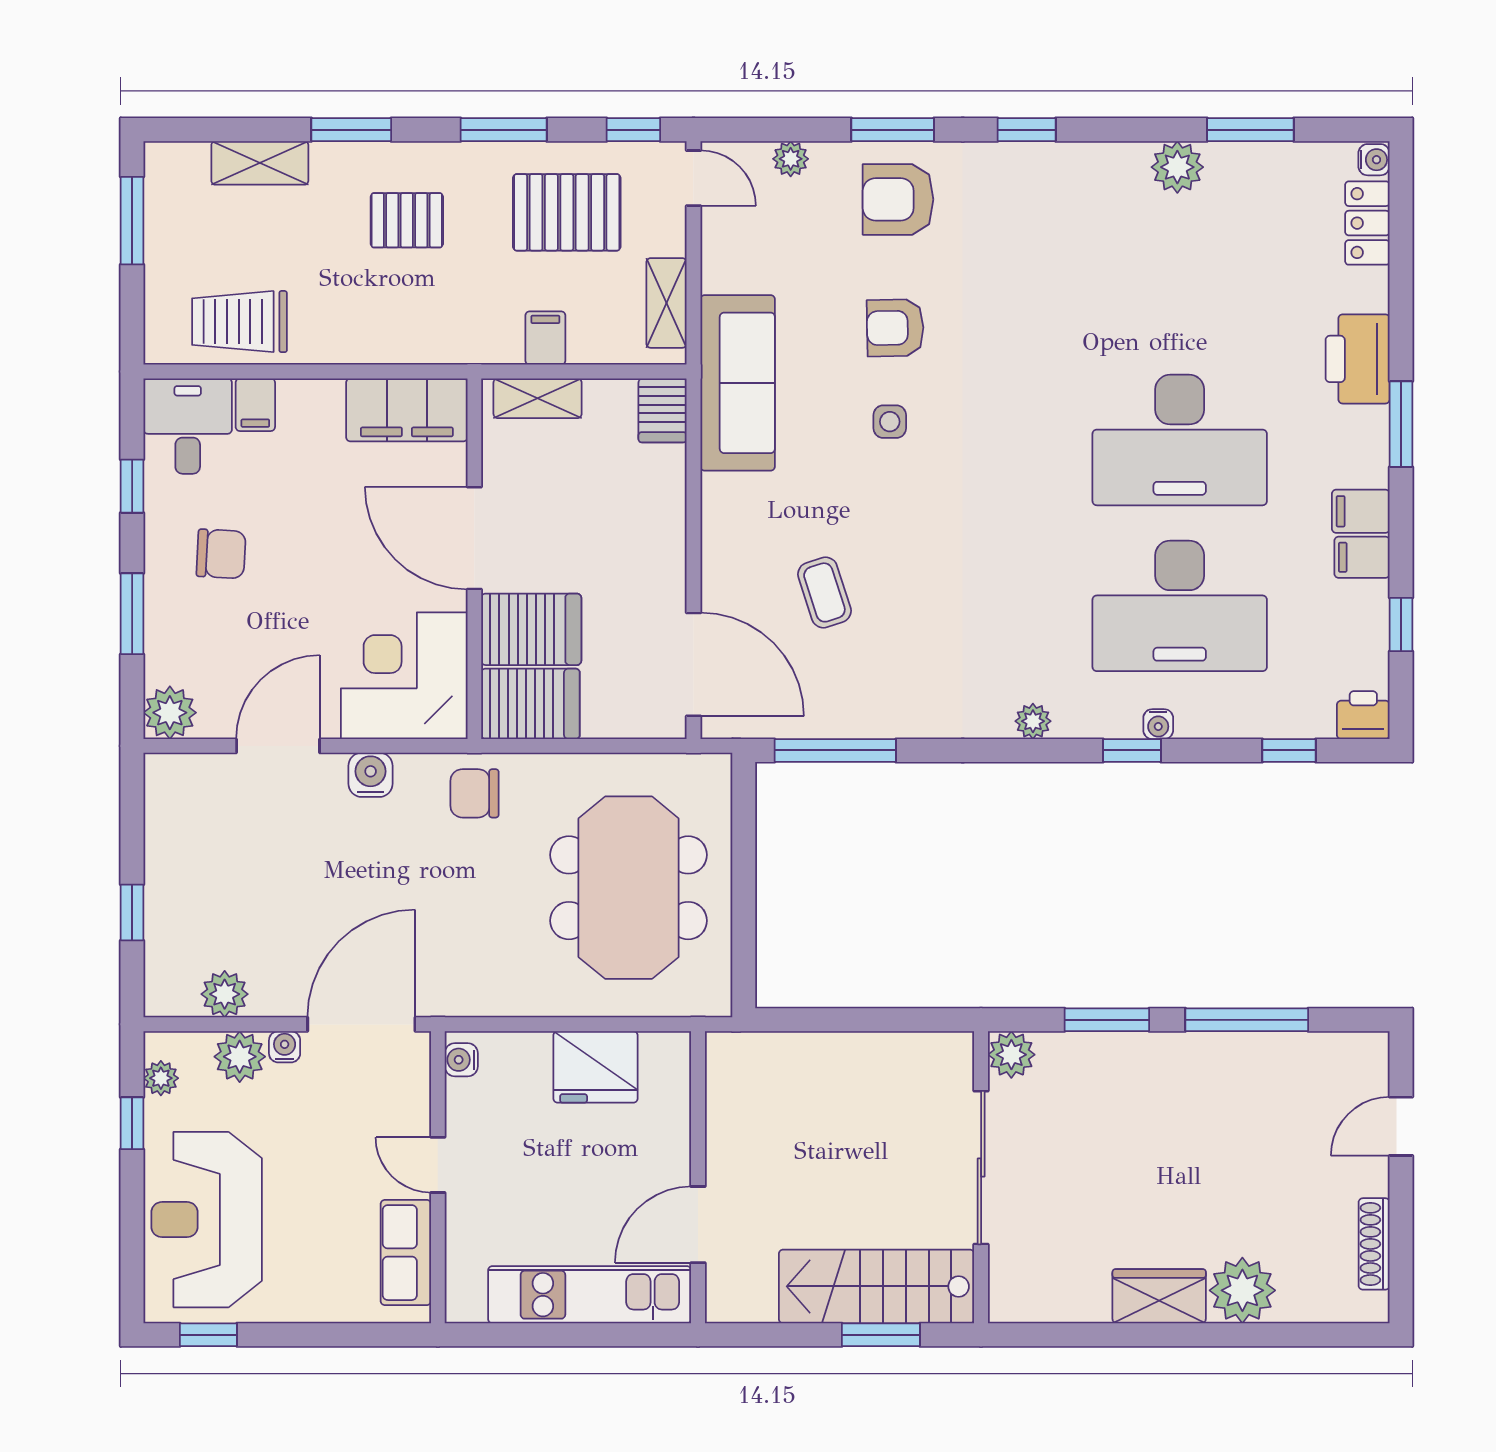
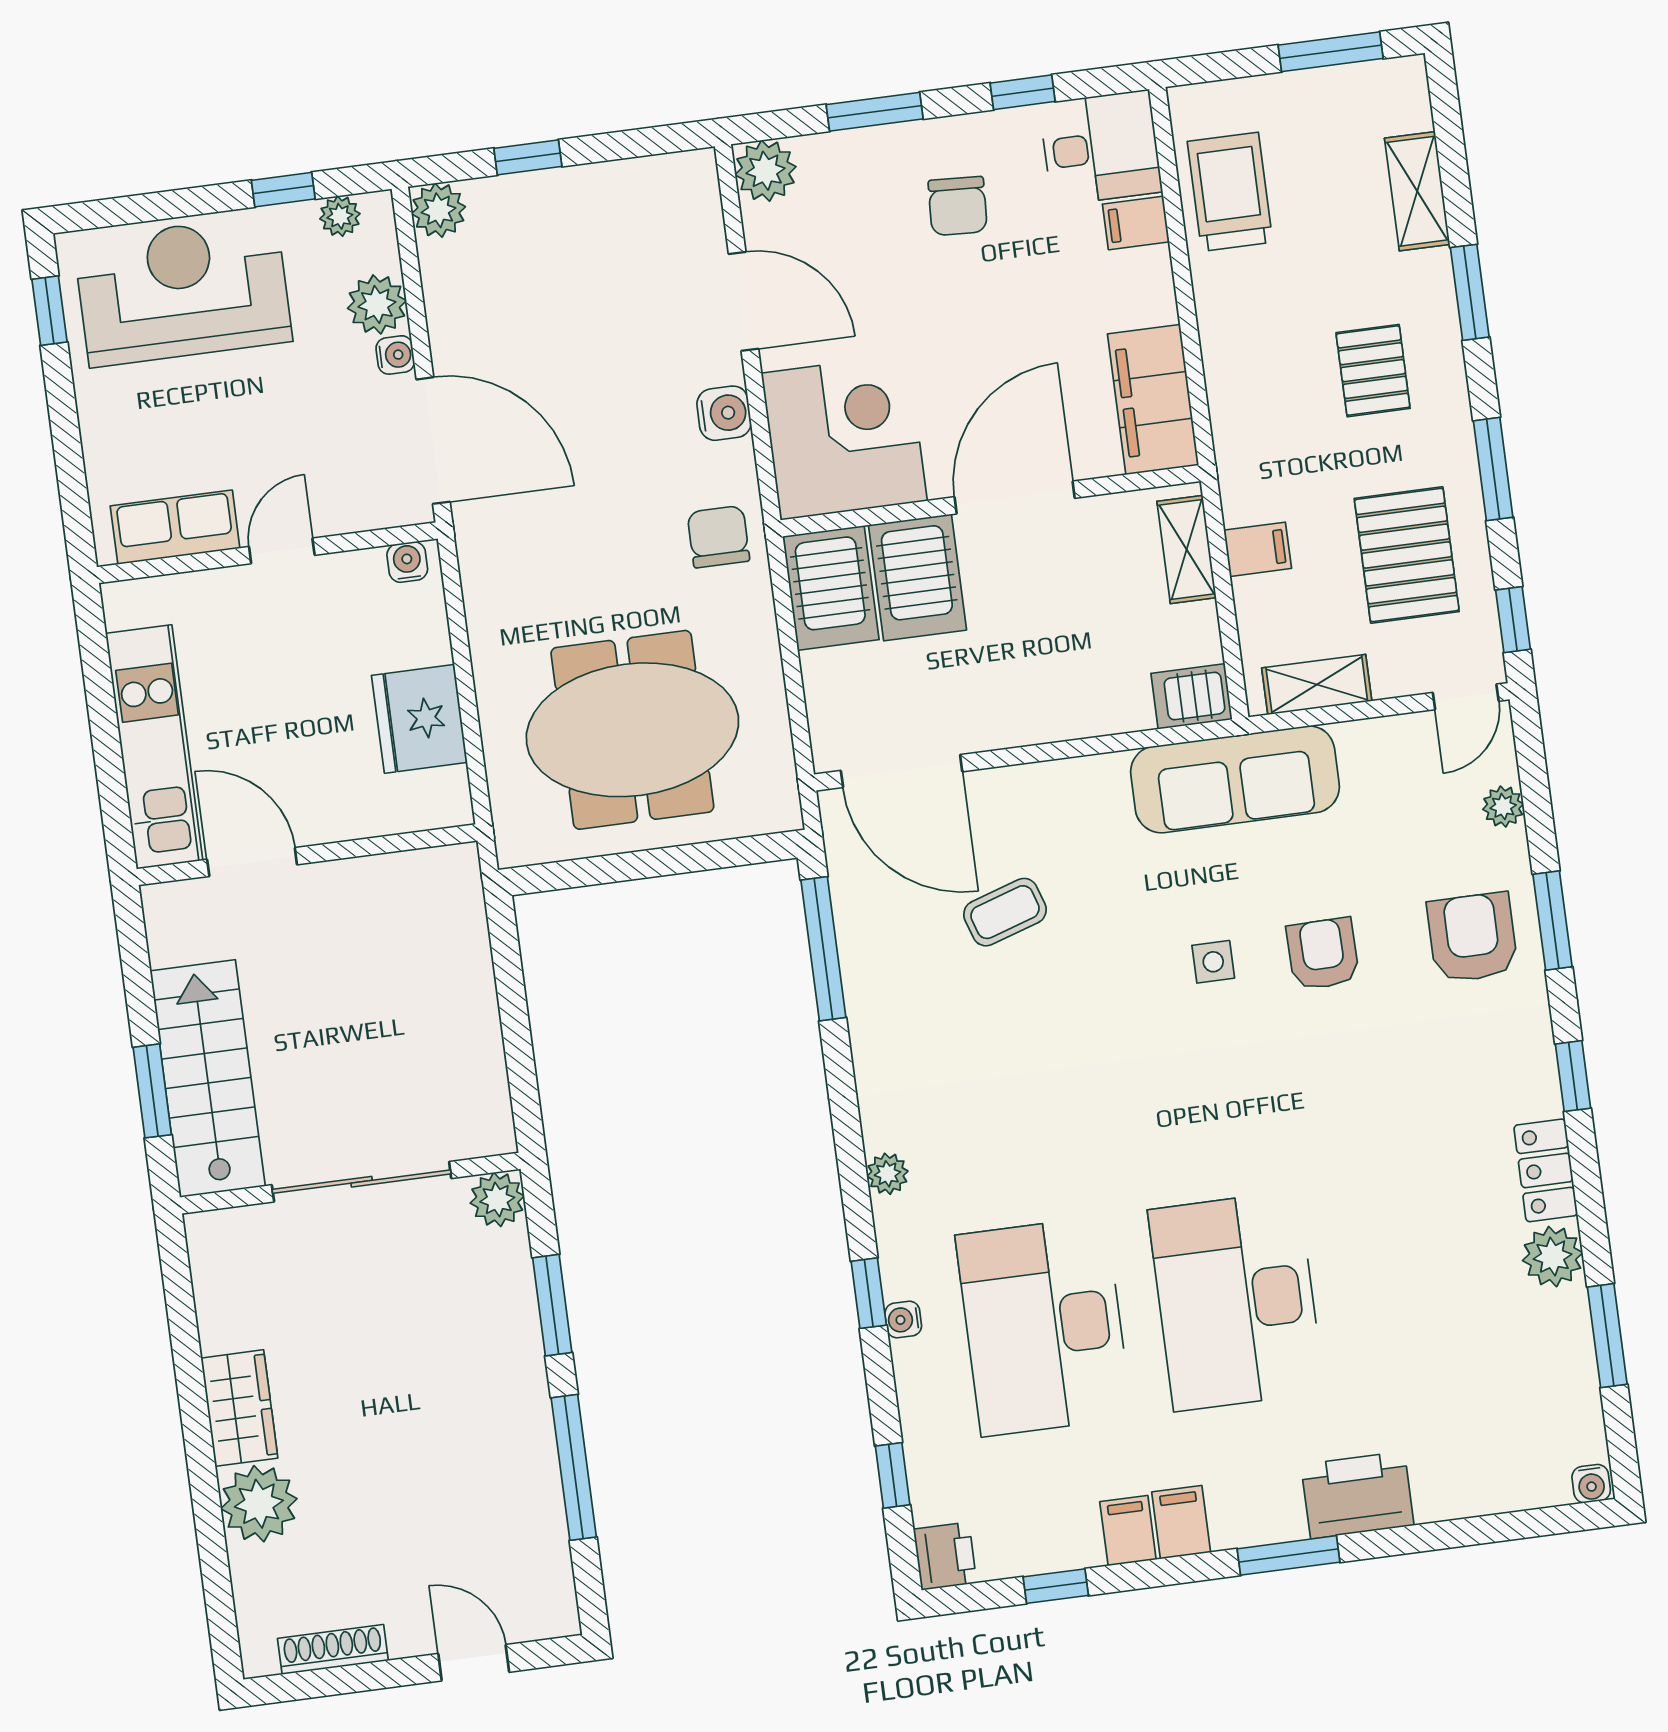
locker: (1367, 223) -> (1546, 1170), moved, turned -90
door: (693, 664) -> (902, 771), hinge flipped
plant: (225, 994) -> (438, 210), moved

